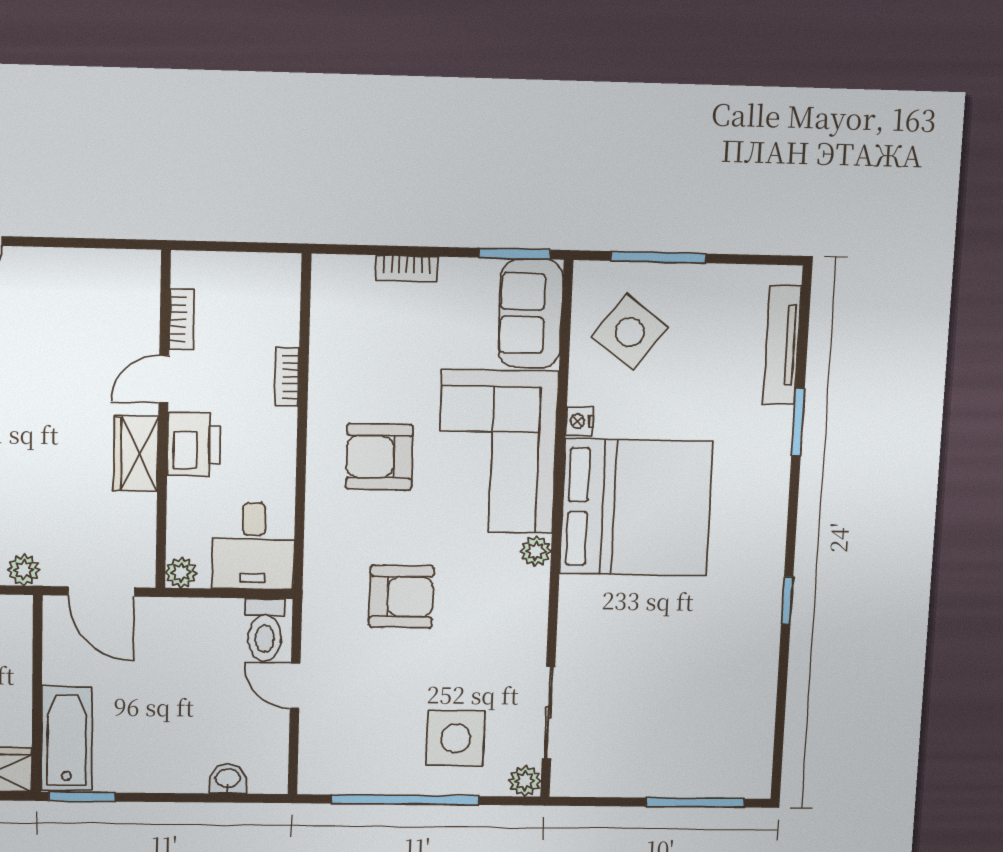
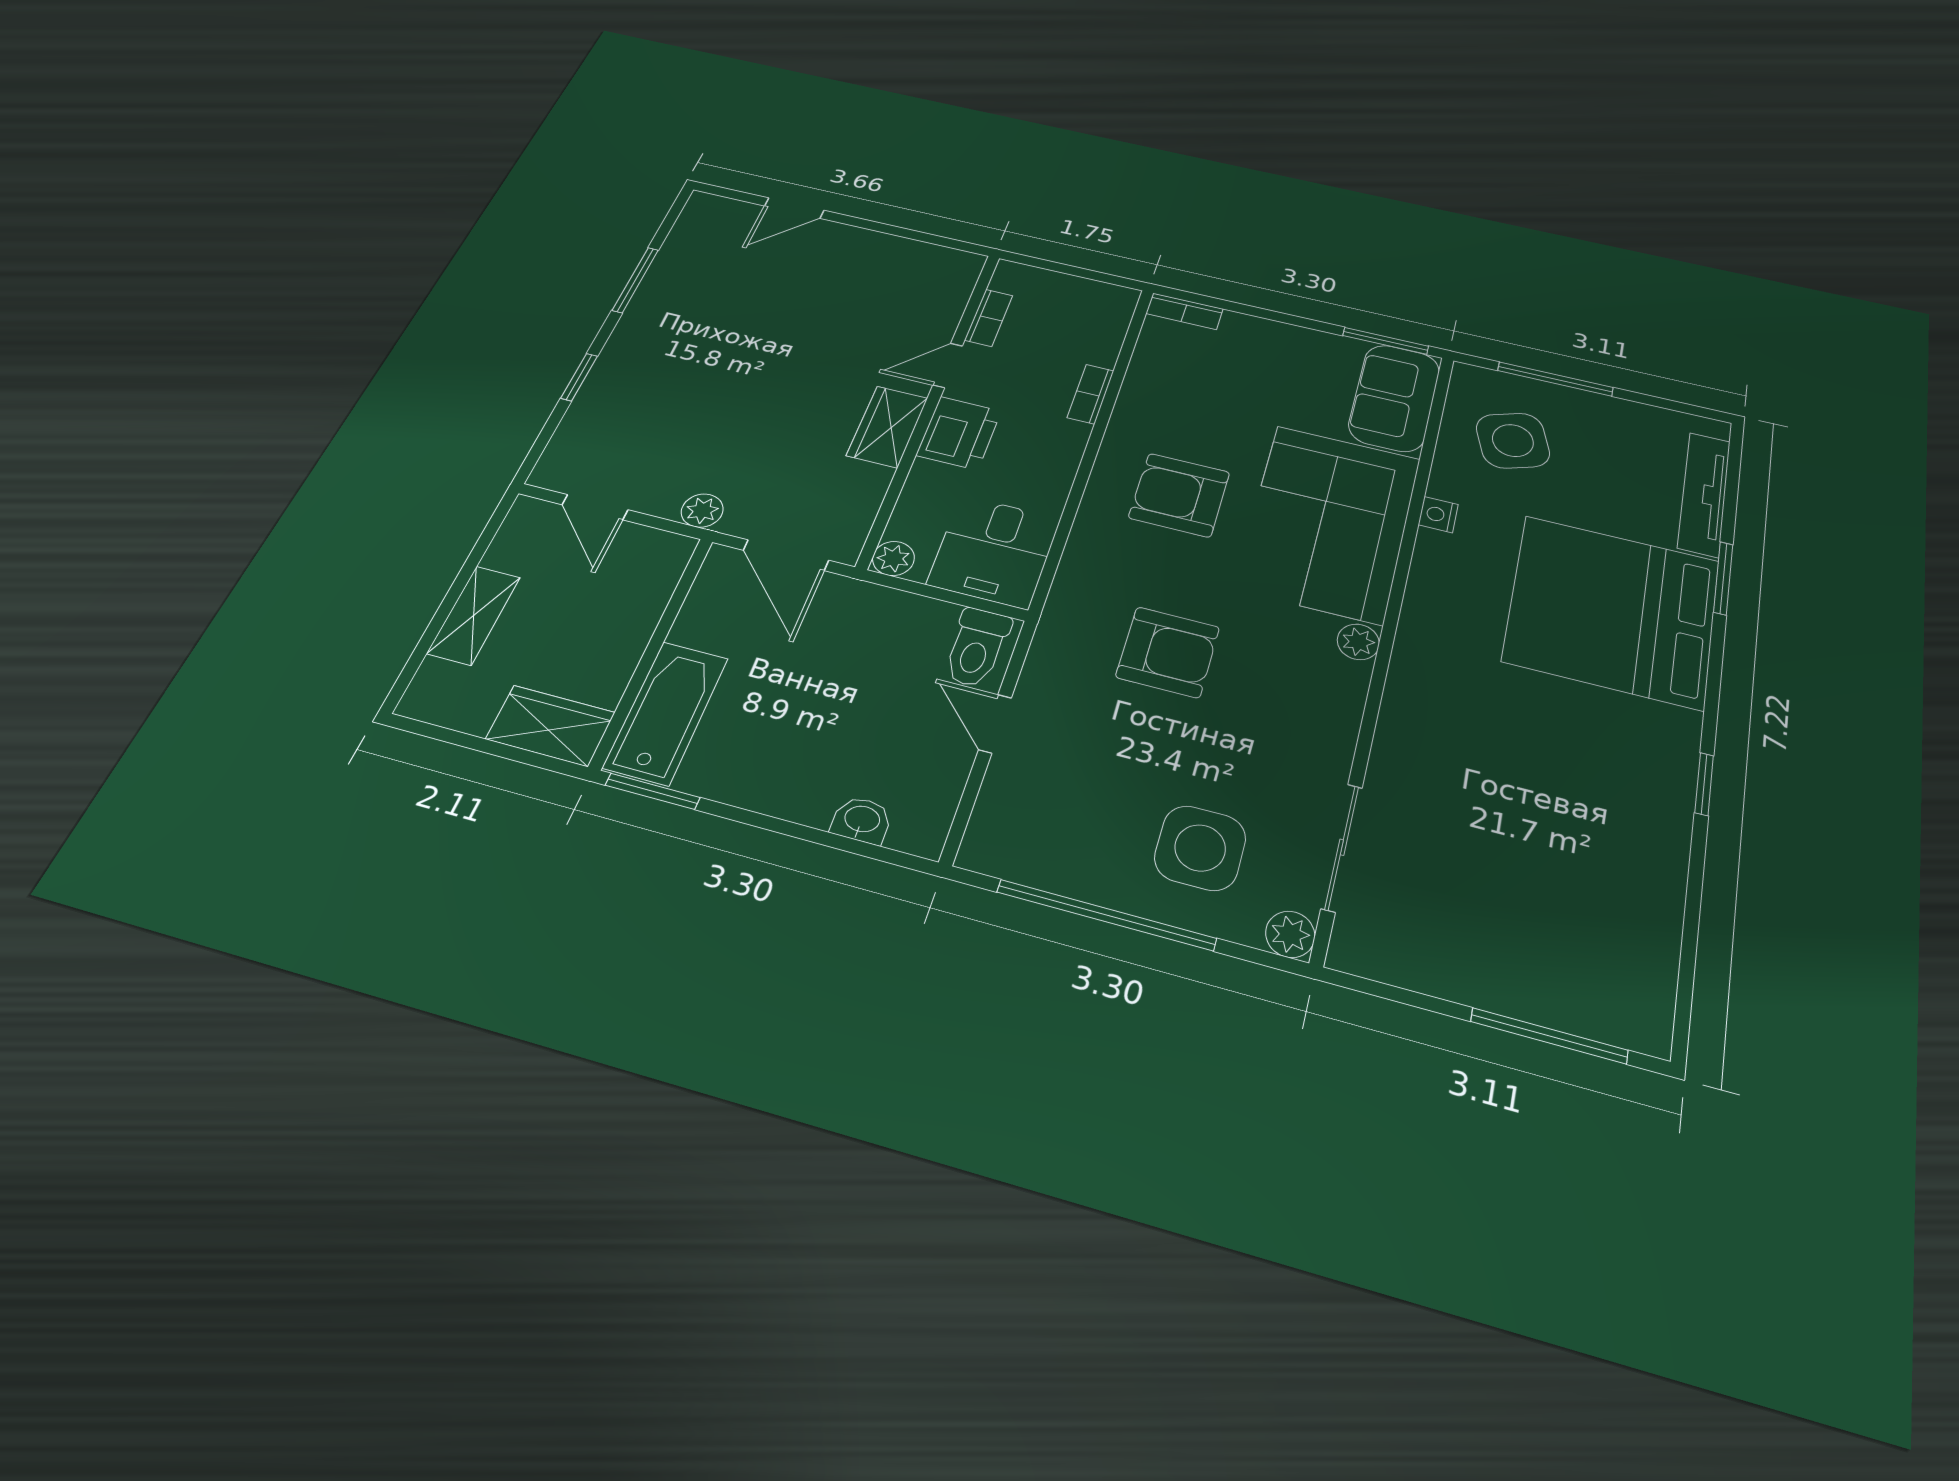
bookcase: (407, 268) -> (1185, 311), moved
side table: (630, 332) -> (1513, 441), turned 33
bed: (636, 508) -> (1612, 611), moved, turned 180

